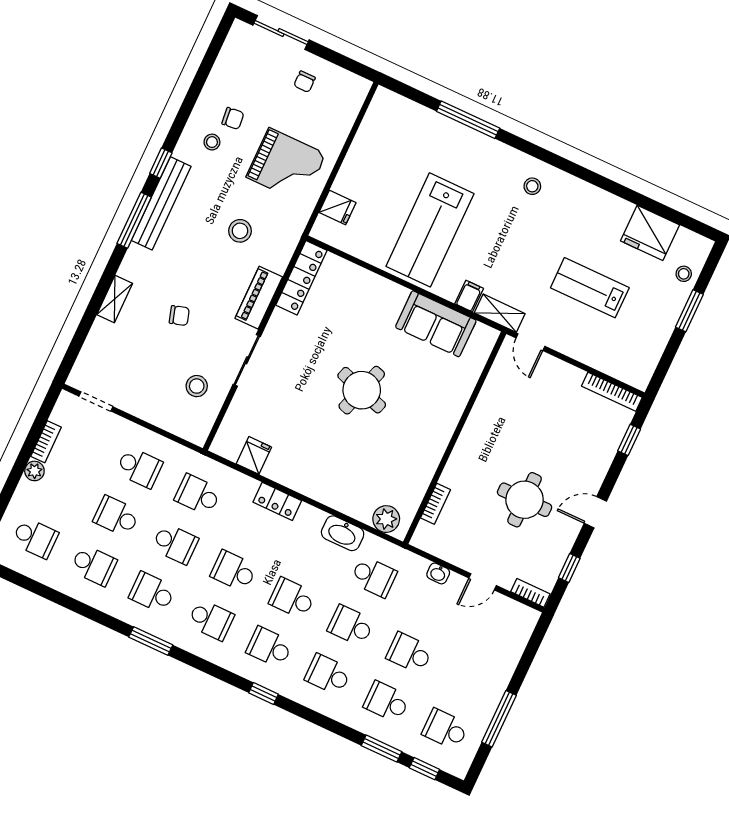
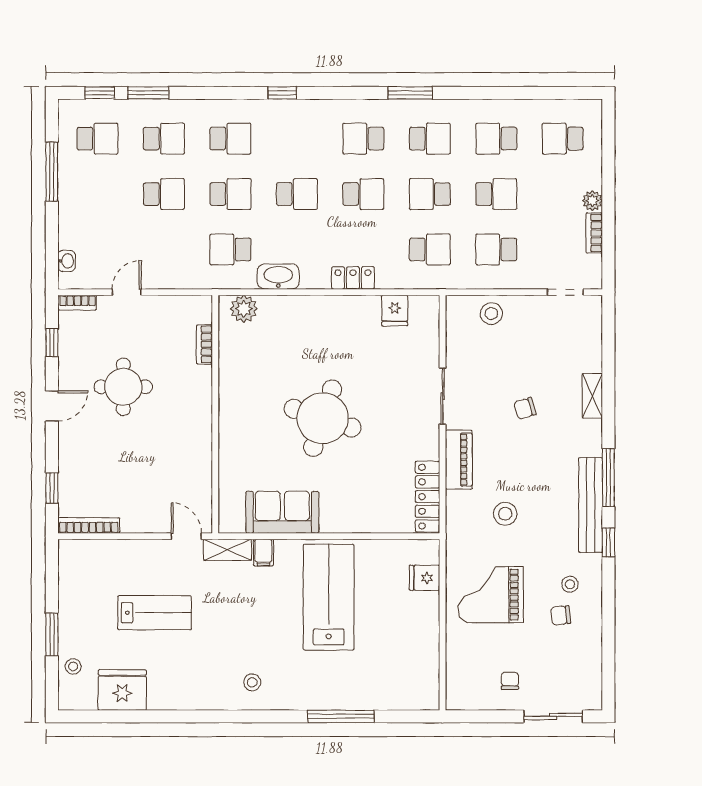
stool: (197, 386) -> (491, 314), moved
round table: (362, 390) -> (323, 418), width x1.36, depth x1.36
washbasin: (438, 573) -> (66, 261), moved, turned 90
school desk: (269, 647) -> (297, 139), removed

